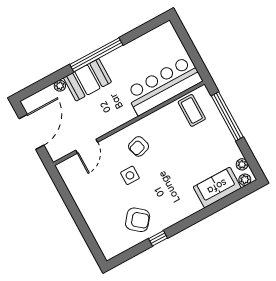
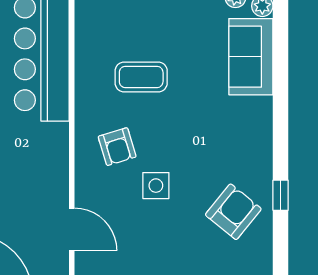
coffee table: (192, 110) -> (141, 77), moved

